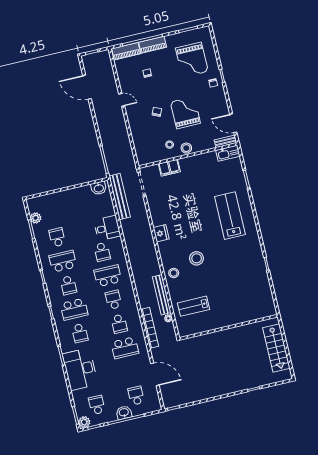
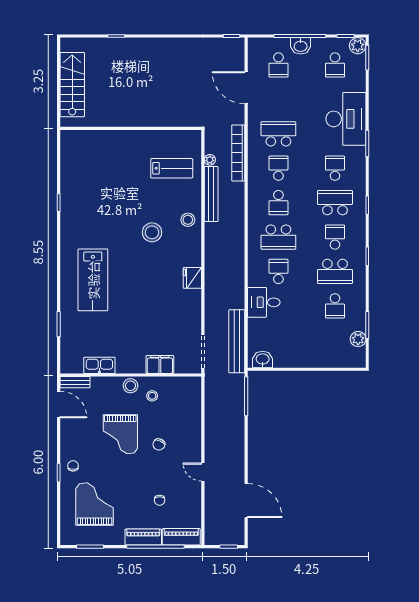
kitchen sink: (228, 153) -> (99, 365), moved

